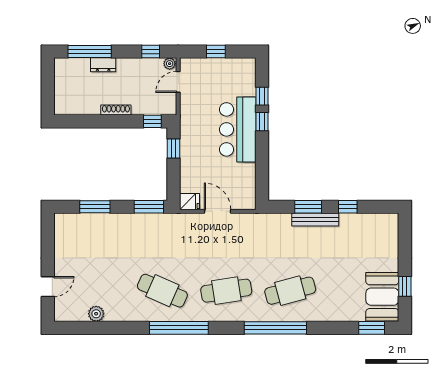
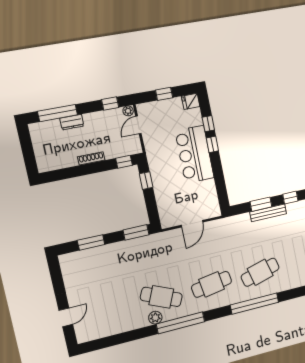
fridge: (190, 202) -> (191, 101), moved, turned 180
door: (218, 211) -> (192, 224), swing flipped
plant: (96, 314) -> (155, 318), moved

